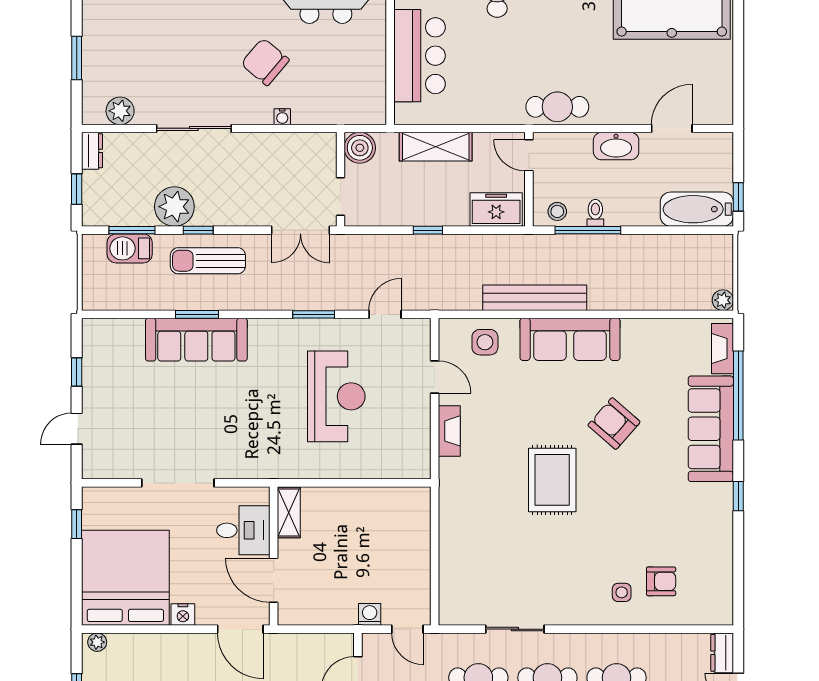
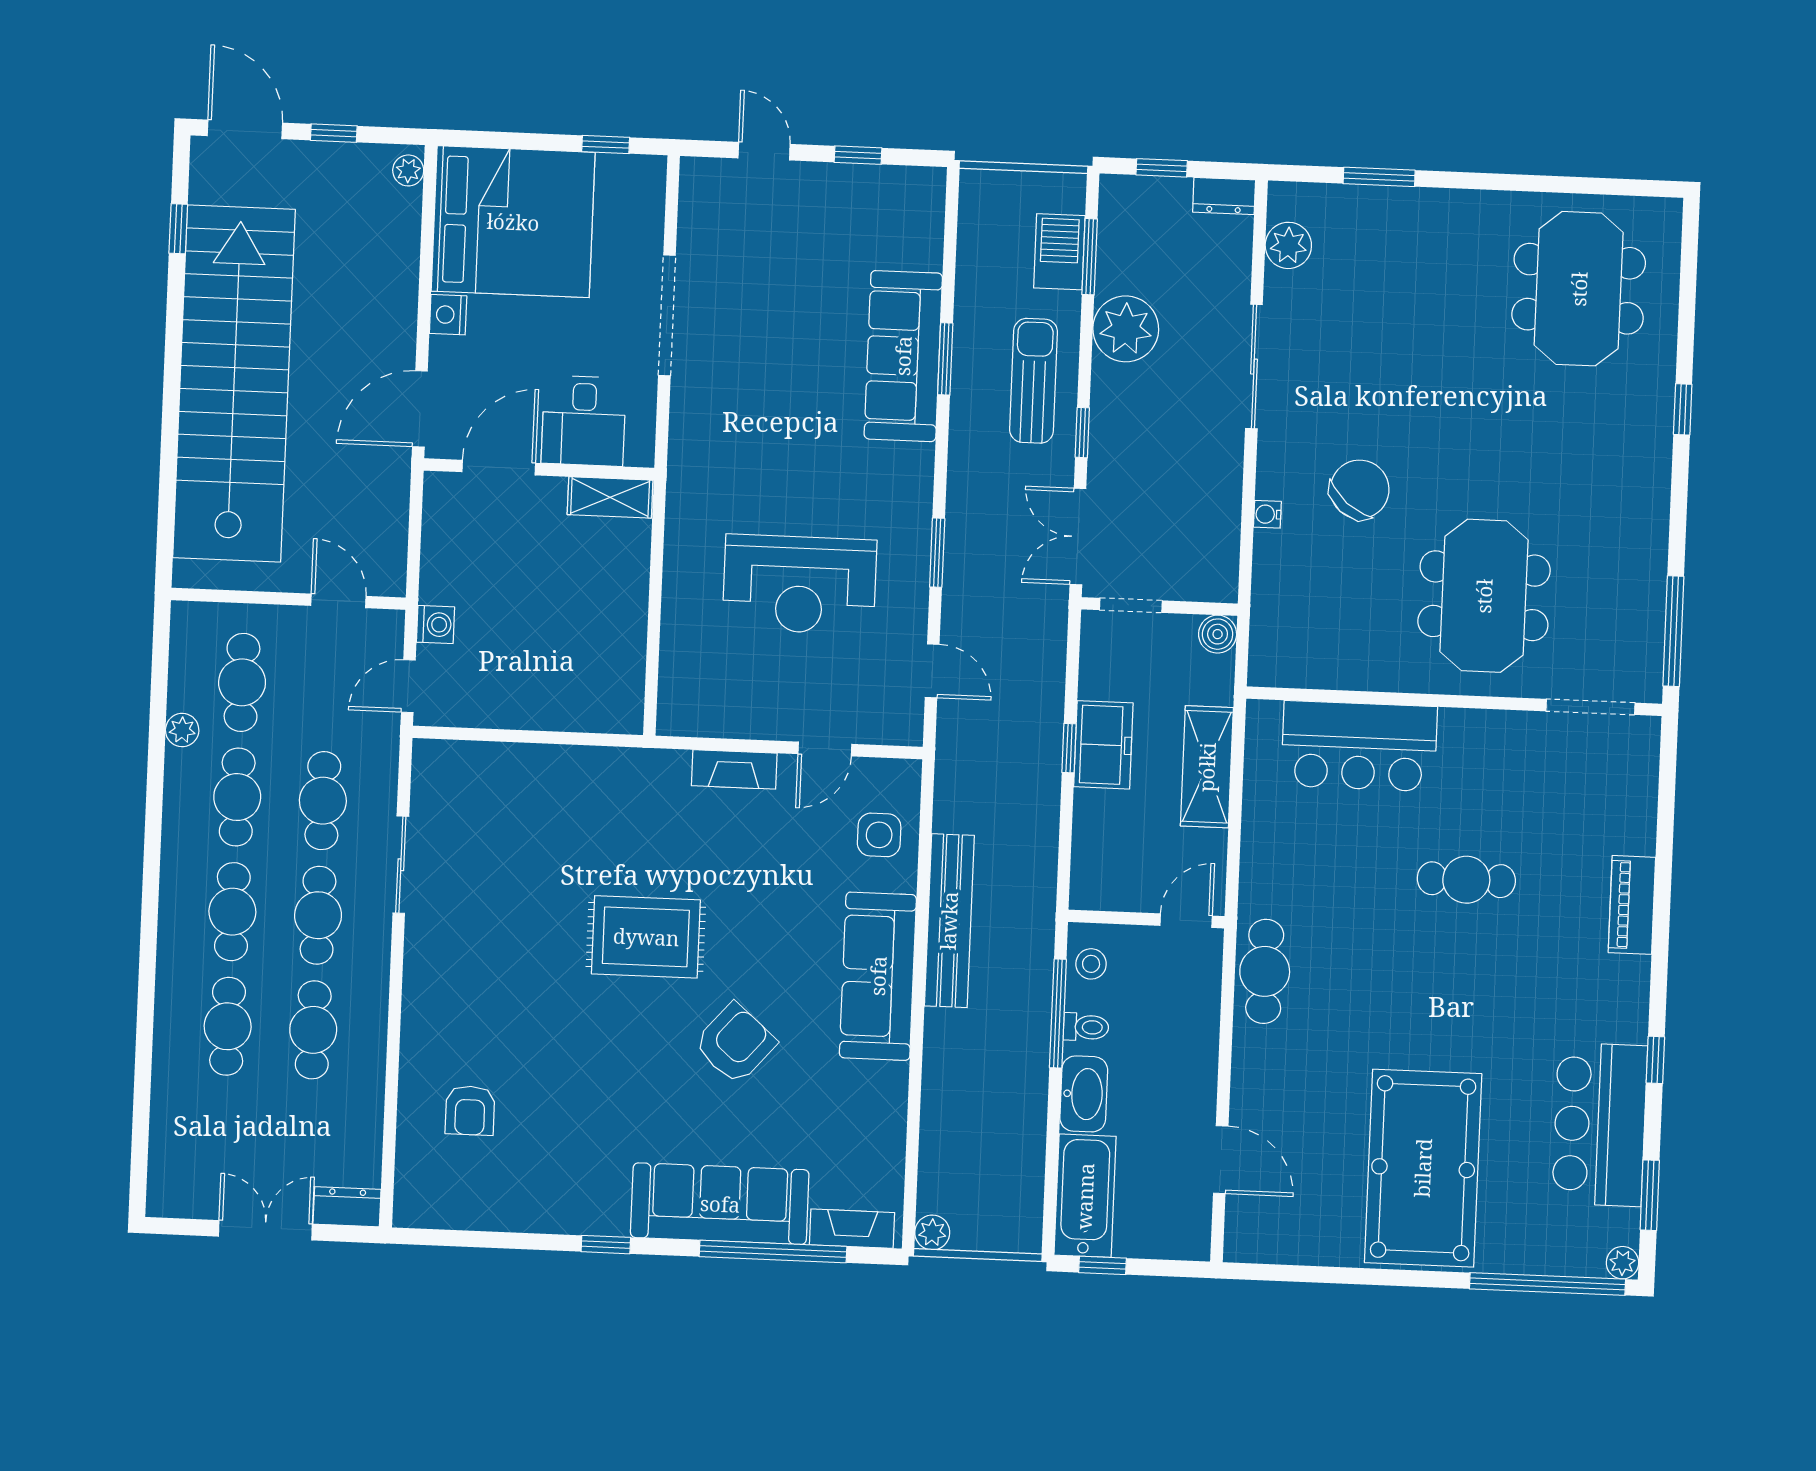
washbasin: (616, 146) -> (1084, 1094), moved, turned 180
boiler: (360, 148) -> (1218, 634), width x0.73, depth x0.73
freezer: (496, 210) -> (1103, 745), moved
window: (198, 230) -> (1082, 433), moved
side table: (622, 592) -> (454, 1044), removed

